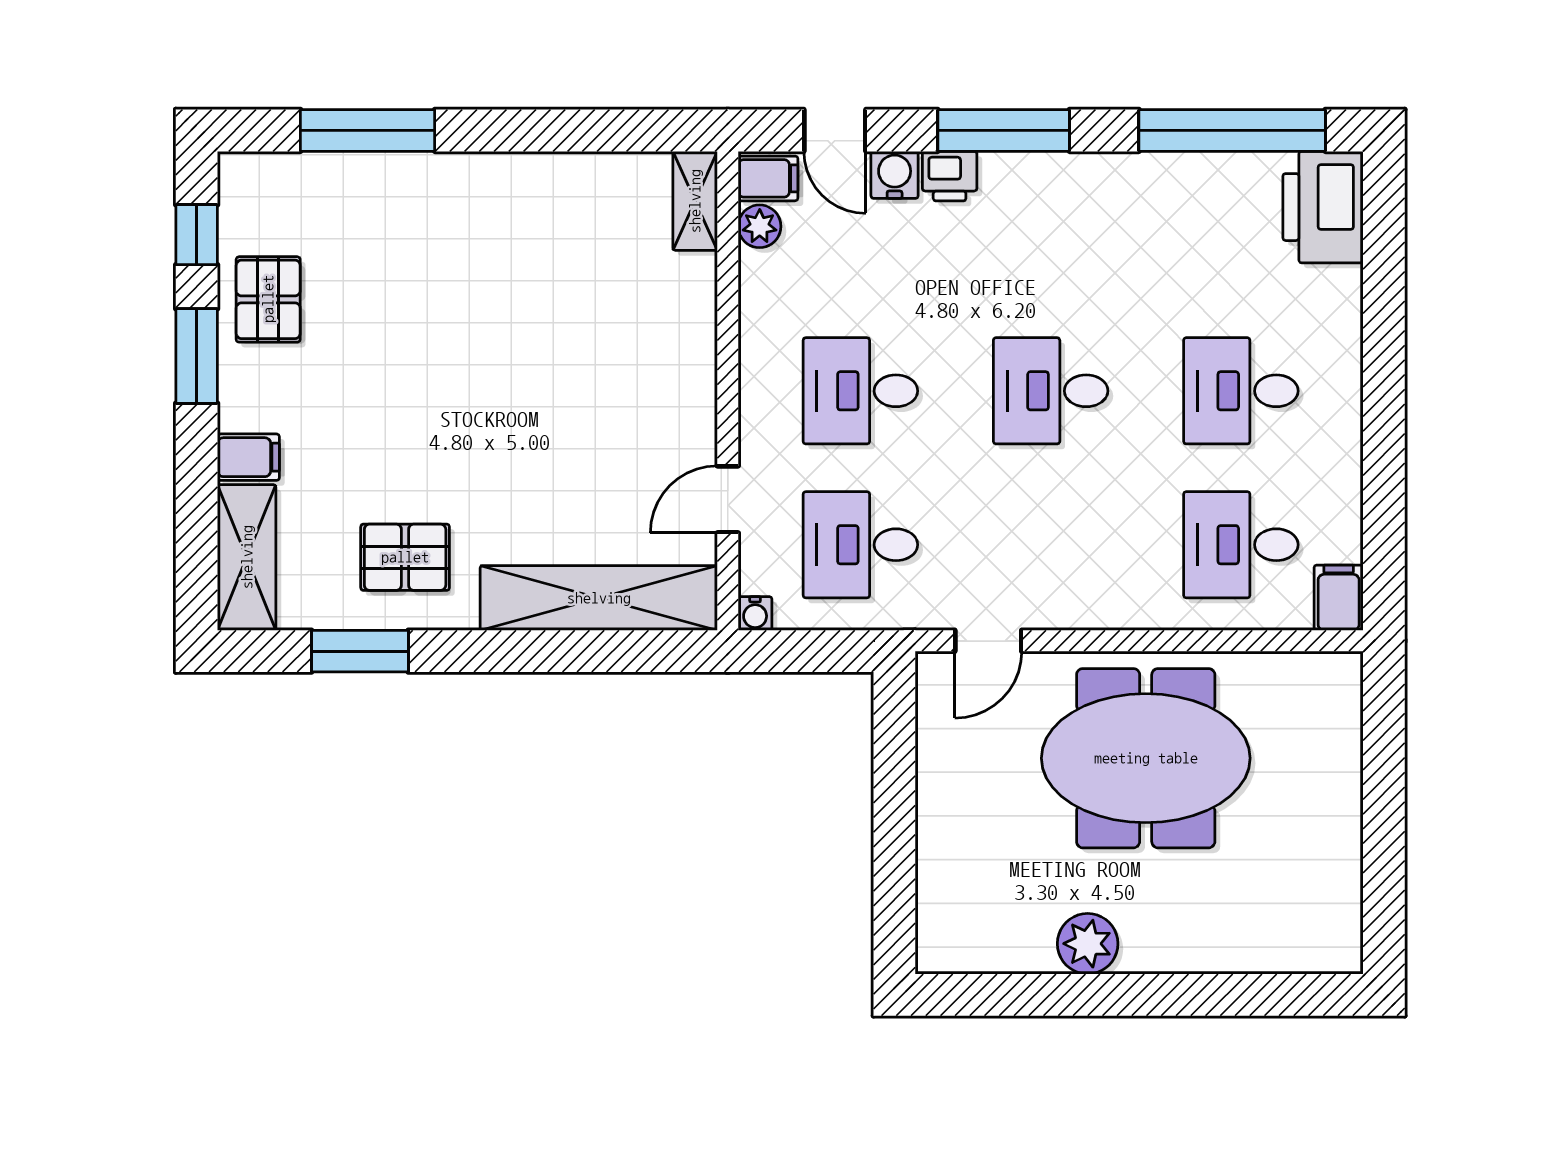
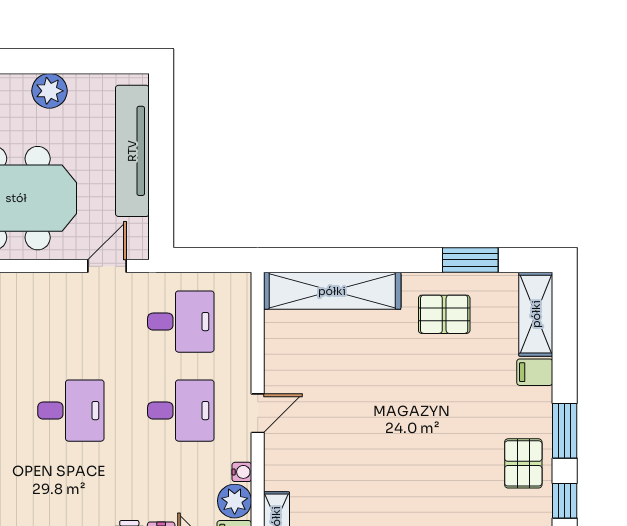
plant: (760, 226) -> (235, 501), width x1.38, depth x1.38
door: (728, 499) -> (258, 413), moved
water cooler: (755, 613) -> (242, 472), moved, turned 90
tv unit: (944, 840) -> (132, 151), added

